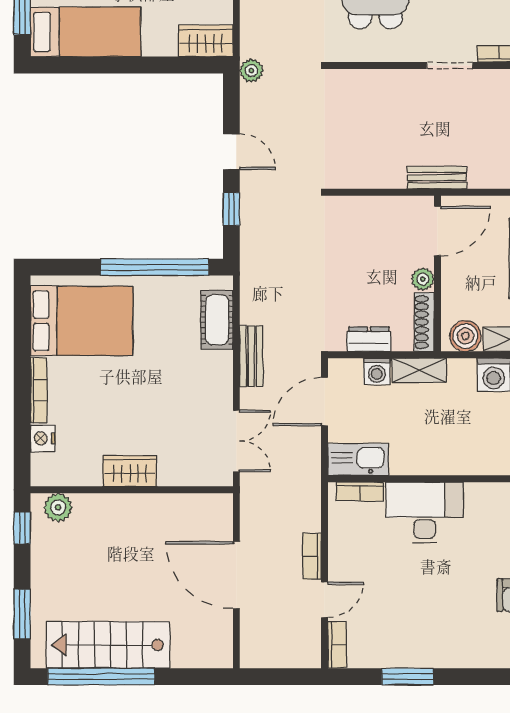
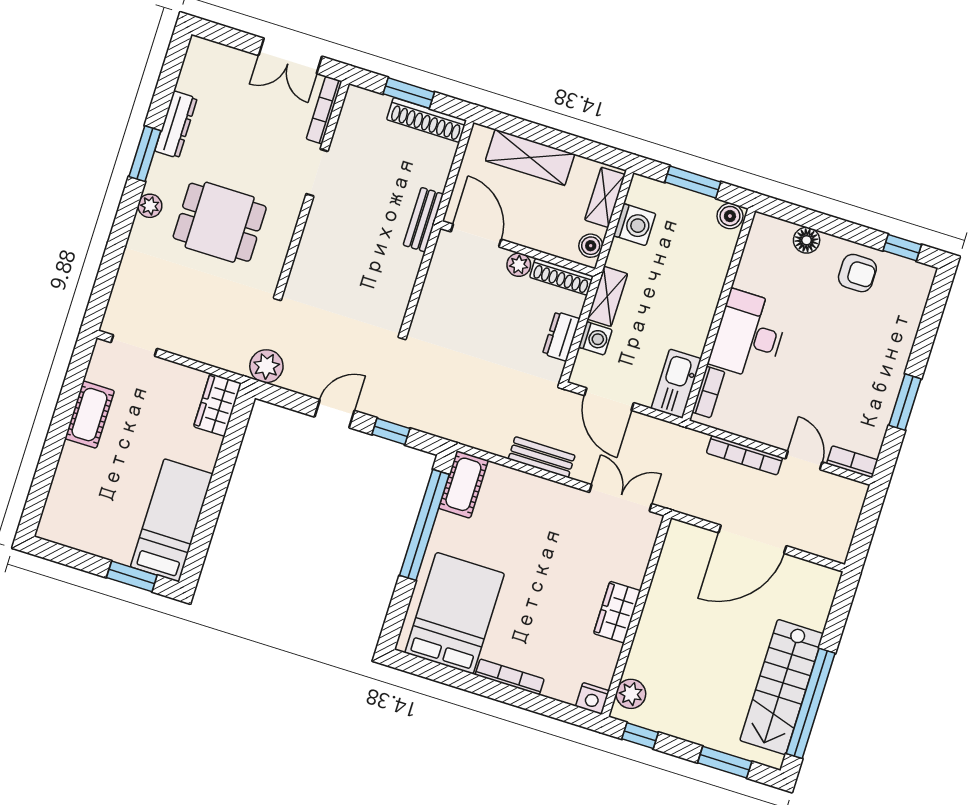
plant: (251, 71) -> (266, 366), width x1.38, depth x1.38
cot: (217, 320) -> (463, 484), moved, turned 90
boiler: (465, 336) -> (591, 246), width x0.73, depth x0.73
nightstand: (43, 438) -> (592, 698), moved
bookcase: (312, 556) -> (745, 455), width x1.56

